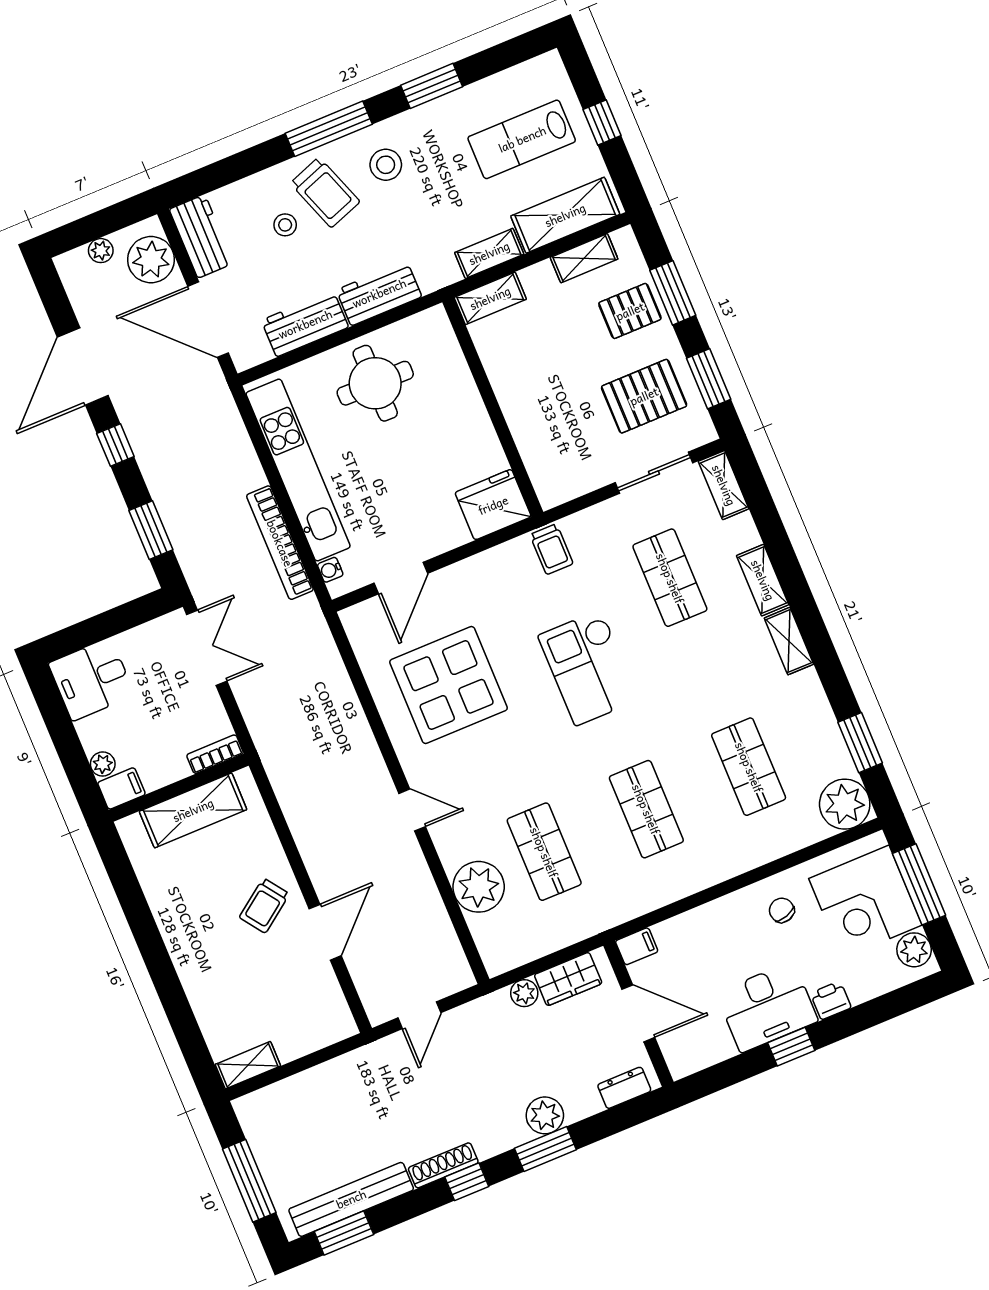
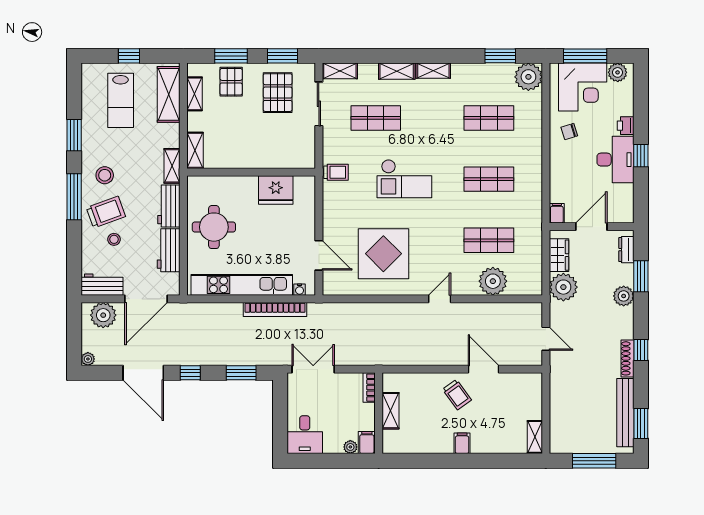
plant: (101, 251) -> (88, 359), moved
shelving: (489, 253) -> (172, 166), moved
fridge: (493, 505) -> (276, 190), moved, turned -90
shelving: (193, 810) -> (390, 411), width x0.67, depth x0.75
filing cabinet: (187, 948) -> (462, 443), added
plant: (524, 993) -> (563, 287), width x1.88, depth x1.88
window: (545, 1149) -> (641, 276), moved

